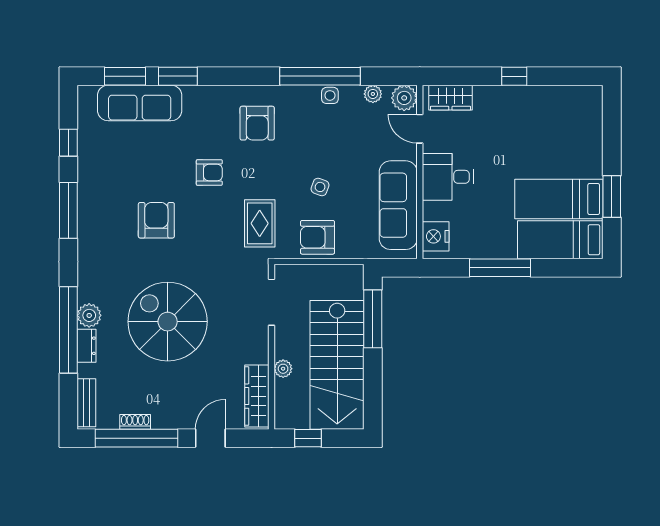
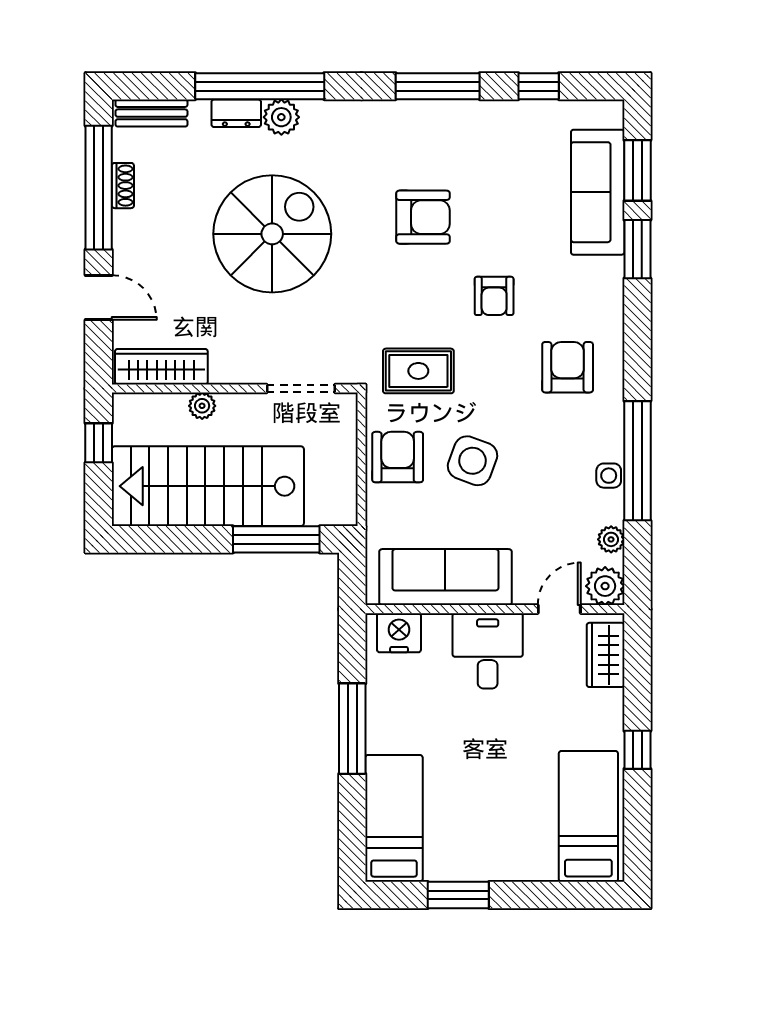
armchair: (257, 123) -> (568, 367), turned 90
side table: (320, 187) -> (472, 461), width x1.87, depth x1.87
bed: (559, 199) -> (588, 816), moved

